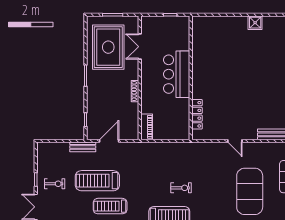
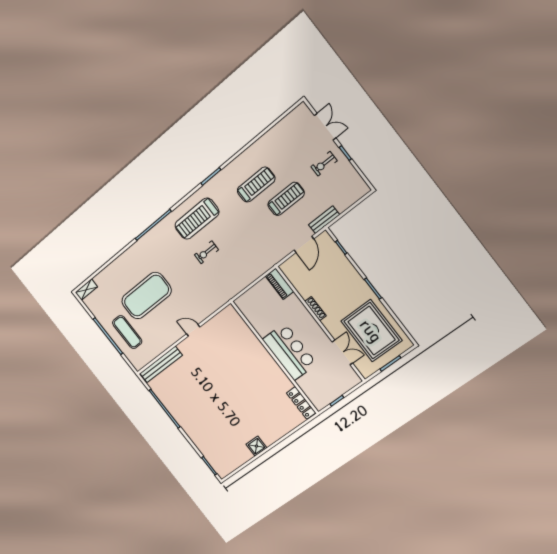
locker: (197, 114) -> (301, 403), moved
treadmill: (97, 181) -> (286, 199), width x0.73, depth x0.73
exercise mat: (250, 191) -> (146, 296), turned 90

